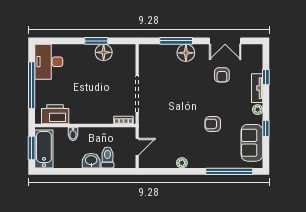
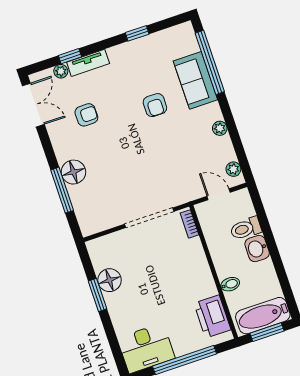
double door: (225, 41) -> (33, 105), moved
plant: (258, 110) -> (61, 71), moved
sofa: (252, 143) -> (195, 80), moved, turned 90
plant: (151, 163) -> (233, 169), added

